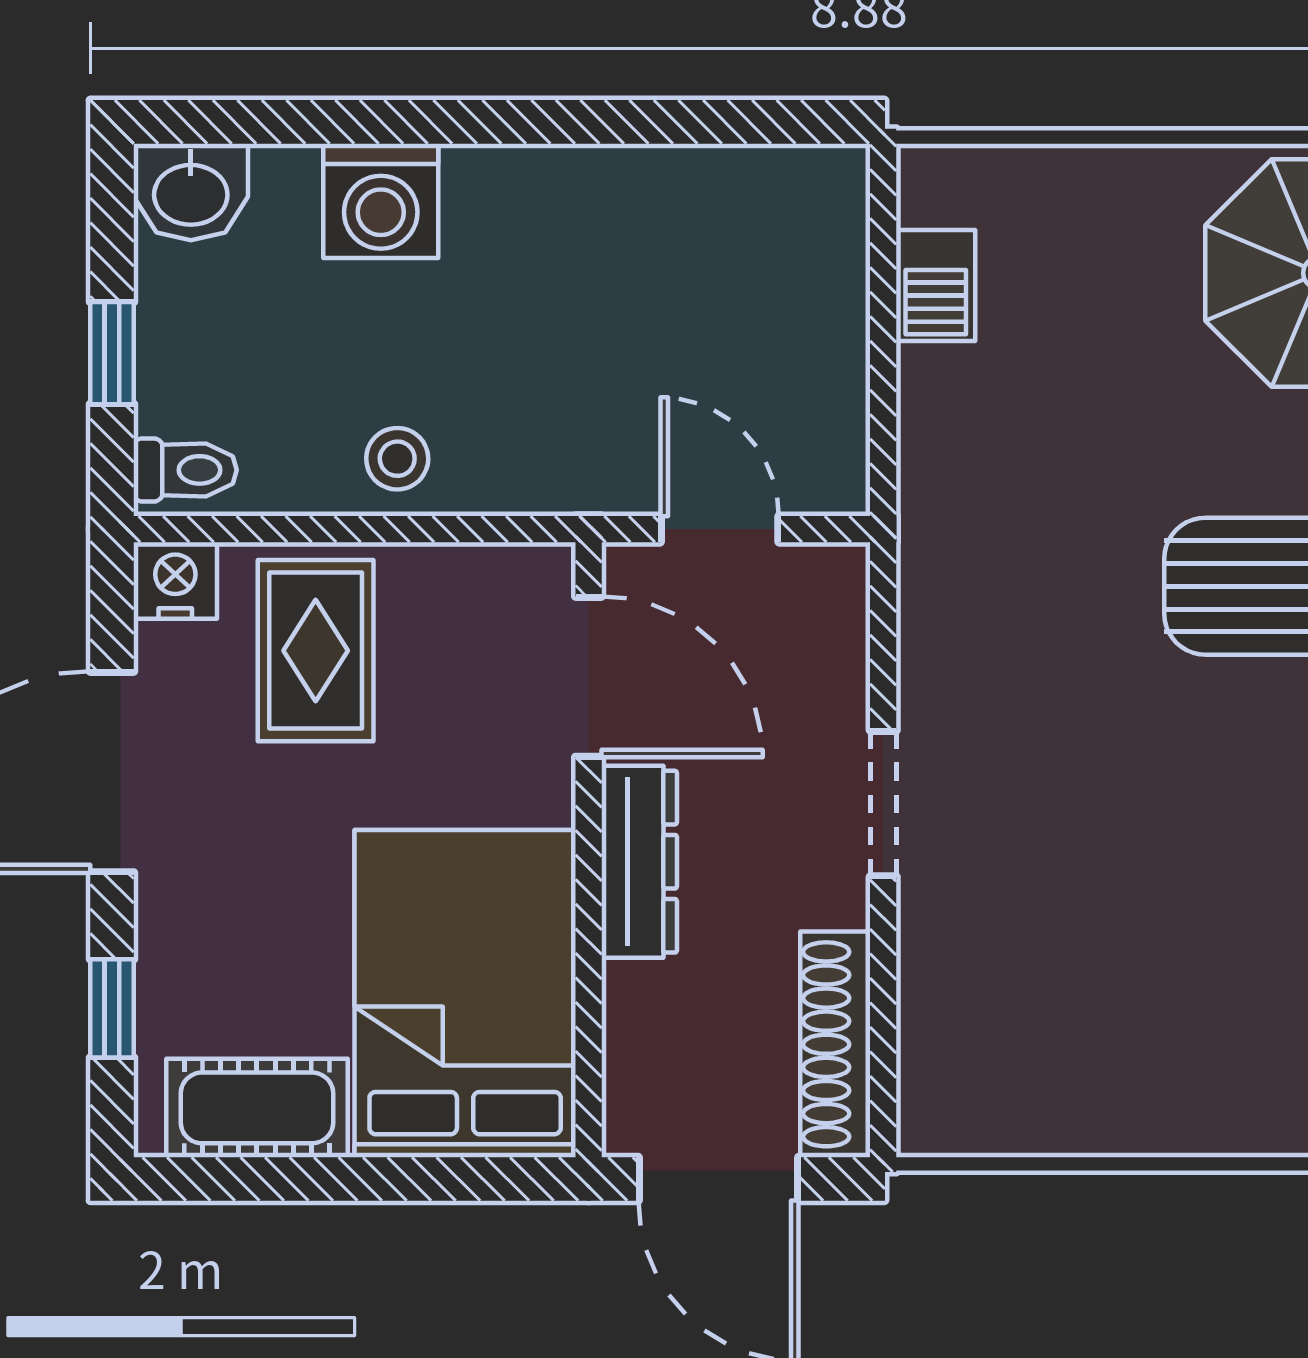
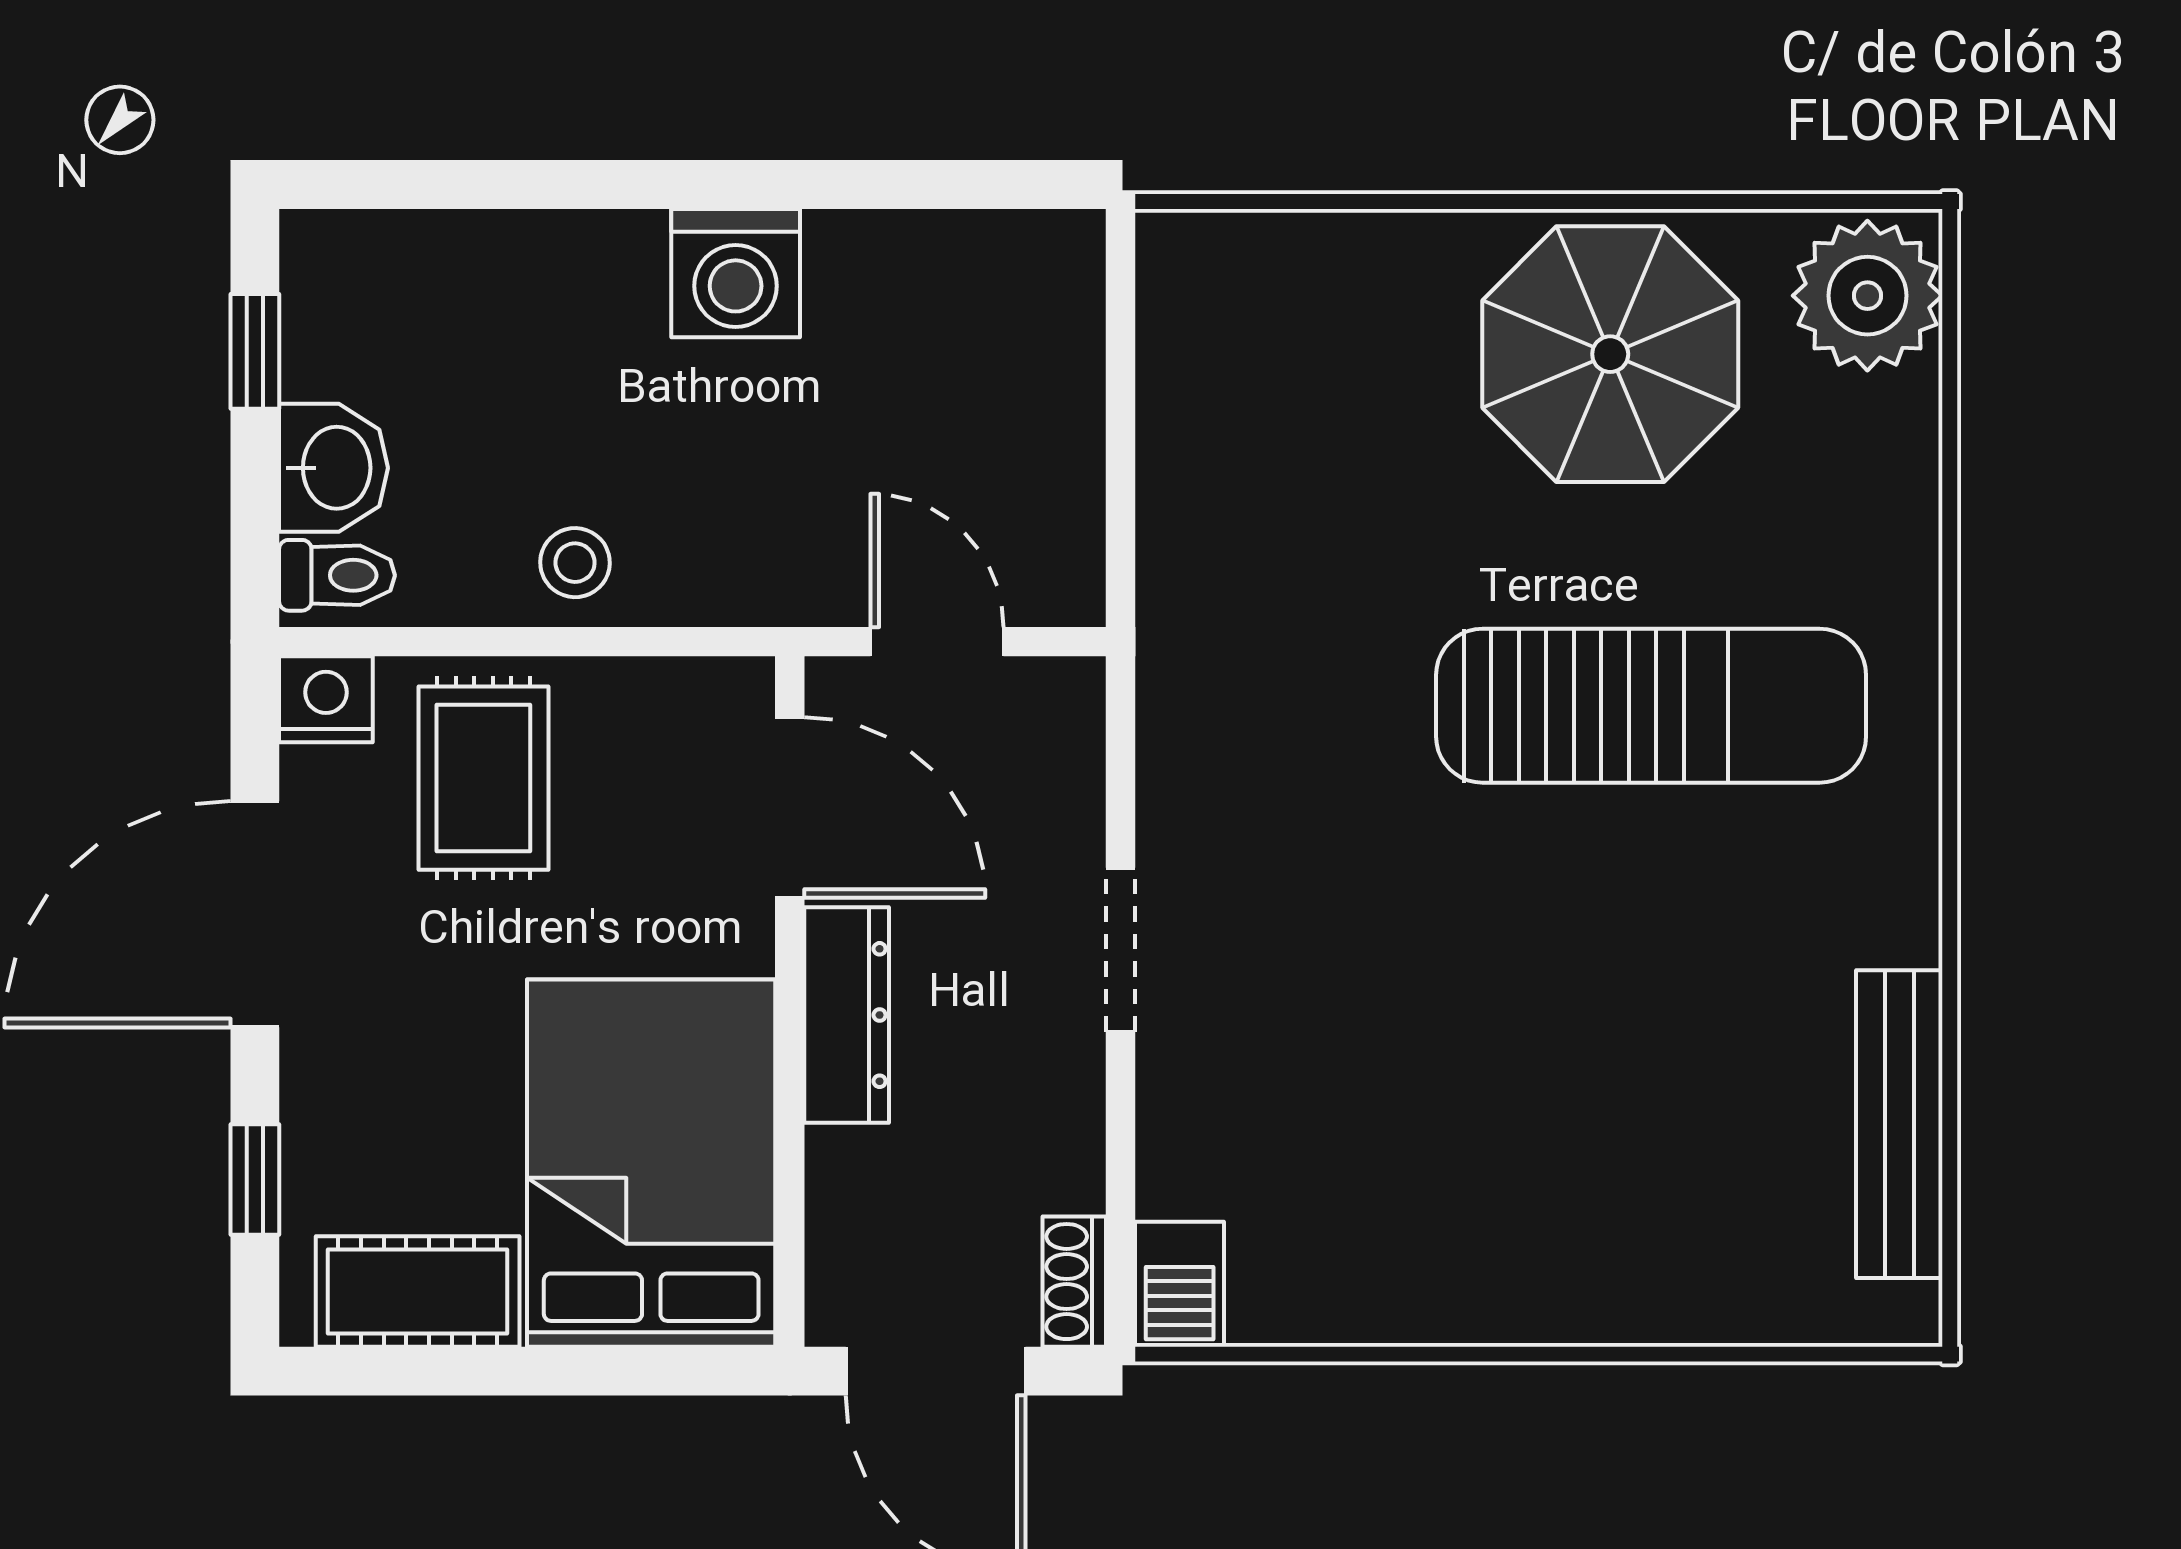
washbasin: (191, 192) -> (333, 468), moved, turned -90
washing machine: (381, 201) -> (736, 273), moved
barbecue: (936, 285) -> (1180, 1284), moved
window: (112, 353) -> (255, 351), moved
shoe rack: (835, 1044) -> (1074, 1282), width x0.51, depth x0.81

